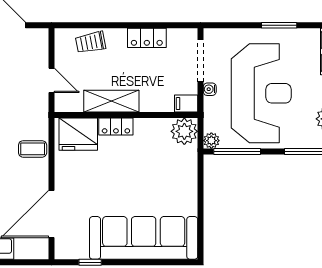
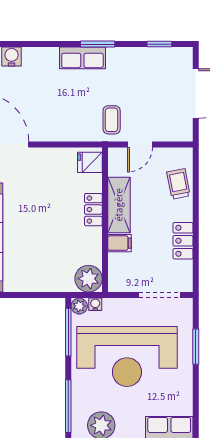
window: (279, 25) -> (196, 347), moved
water cooler: (210, 89) -> (95, 304), moved
filing cabinet: (186, 104) -> (120, 243), moved, turned 90
fridge: (78, 134) -> (90, 162), width x0.53, depth x0.75
coffee table: (33, 149) -> (112, 120), moved

